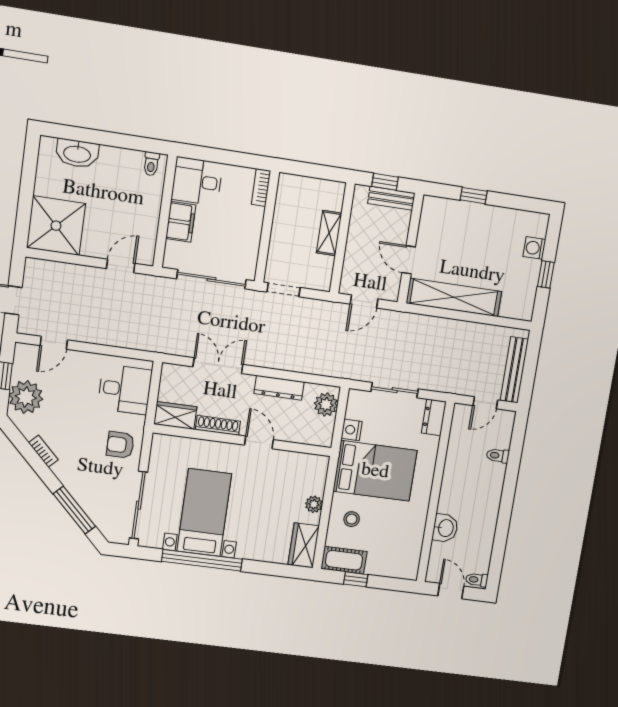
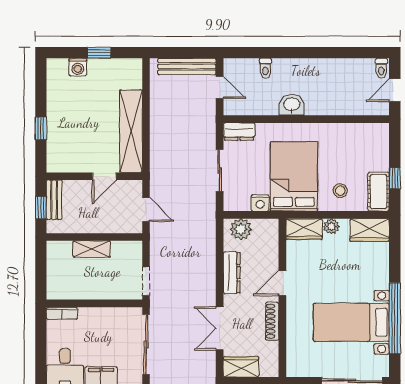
wardrobe: (175, 415) -> (241, 367), moved, turned 90
wardrobe: (315, 474) -> (304, 229), added
washbasin: (445, 528) -> (292, 105), moved

